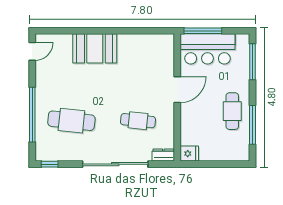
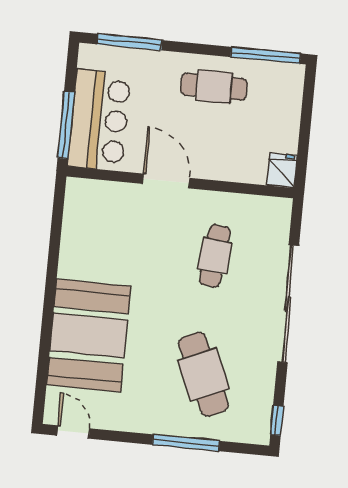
booth: (95, 48) -> (89, 335), width x1.36, depth x1.42
window: (32, 115) -> (186, 443), width x0.68
cafe table: (71, 121) -> (203, 374), turned -30
window: (253, 125) -> (266, 55), moved
dresser: (163, 155) -> (280, 217), removed

